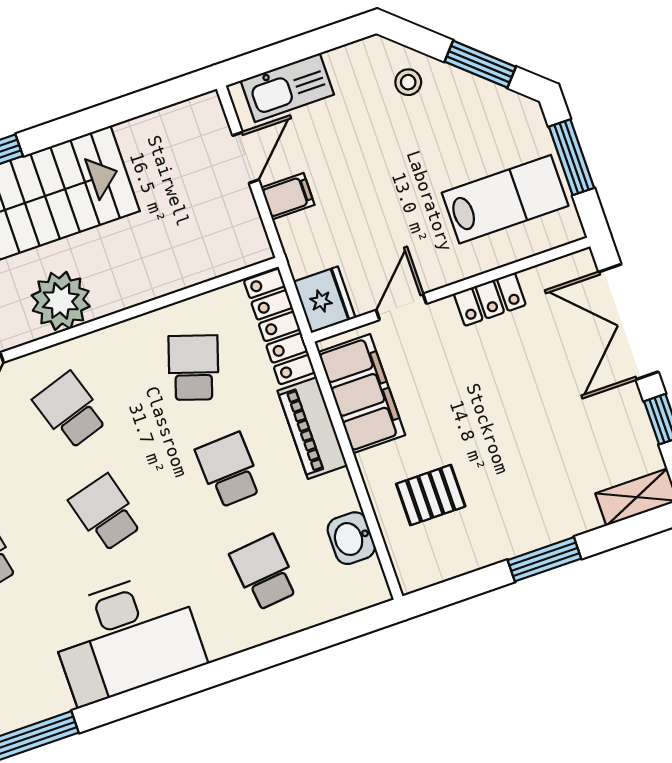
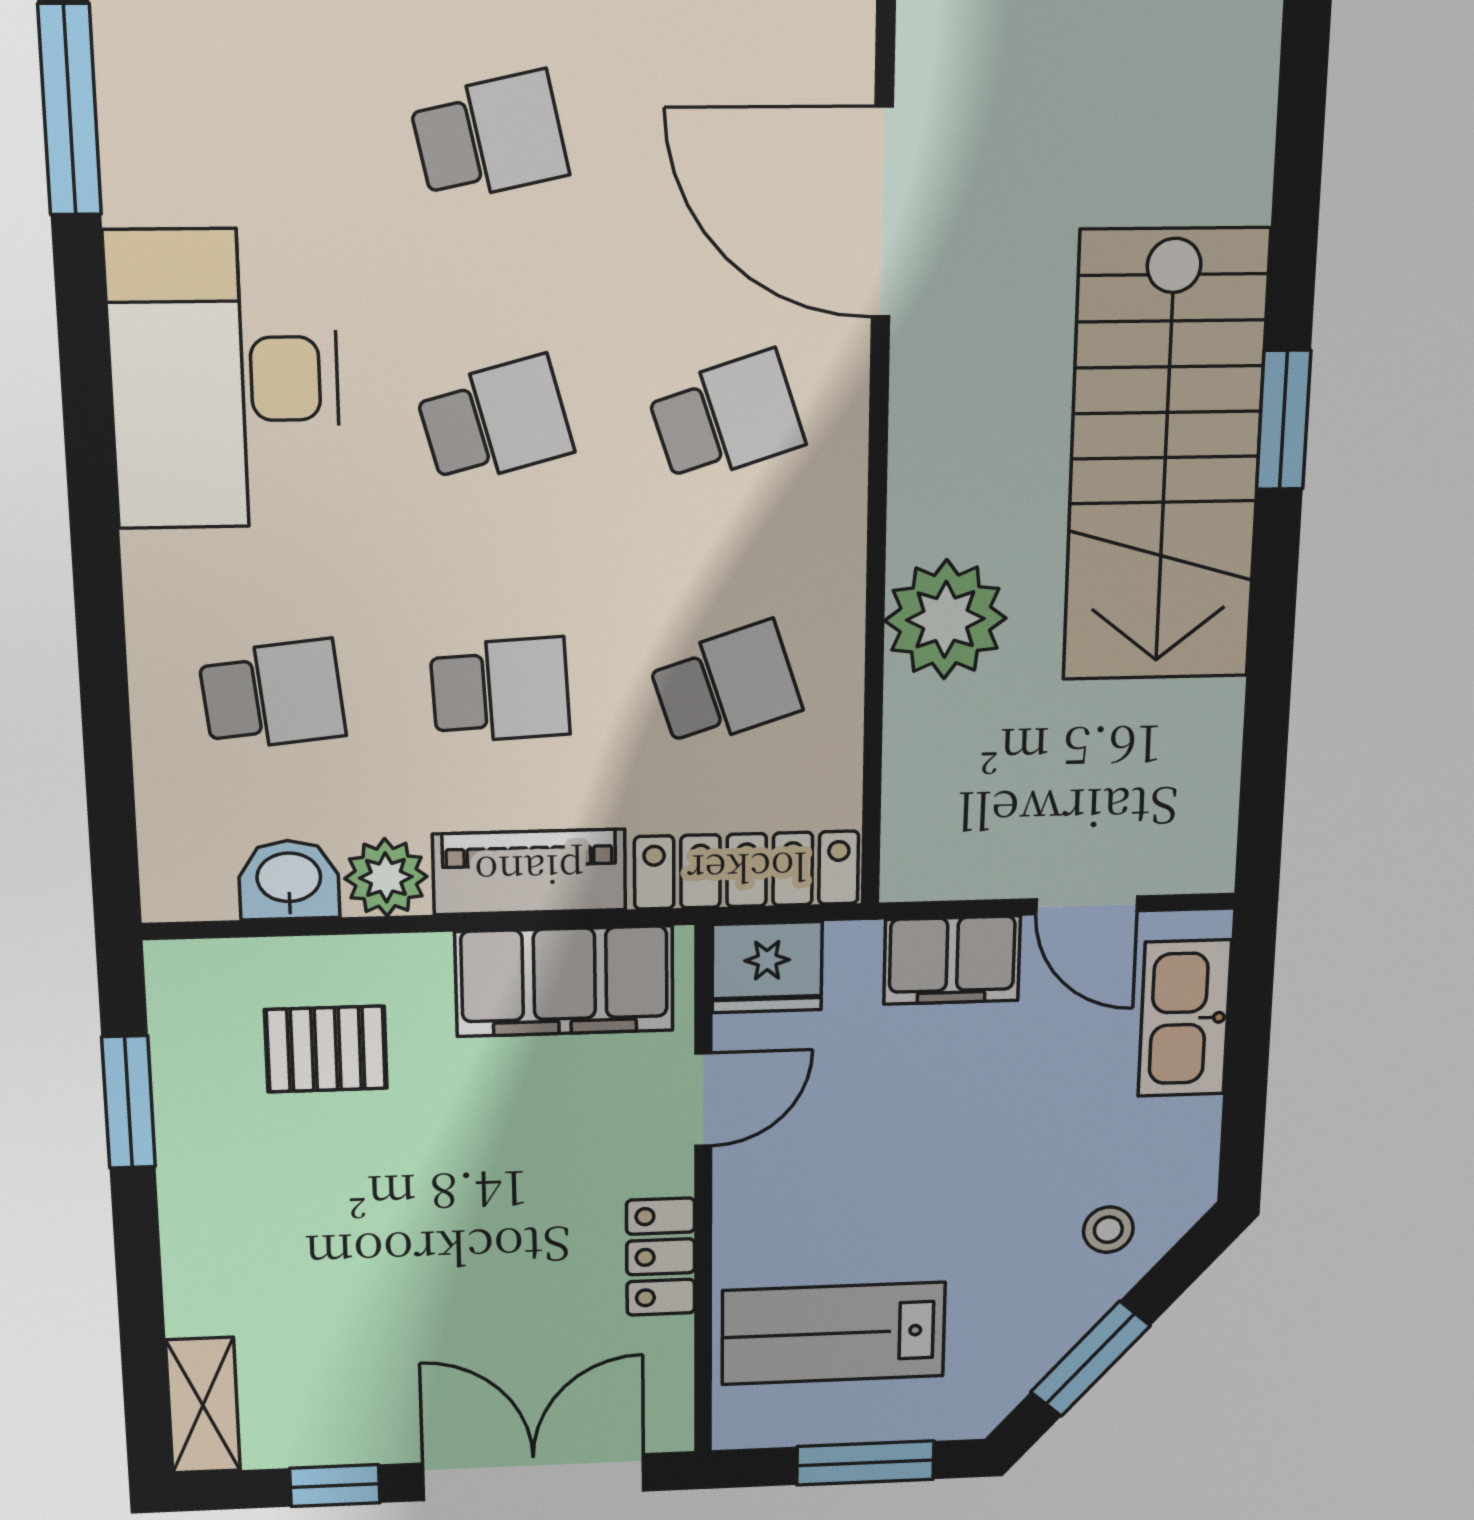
filing cabinet: (288, 196) -> (952, 960), width x2.00
lab bench: (505, 199) -> (833, 1333), turned 90
plant: (61, 301) -> (945, 619), moved
door: (401, 307) -> (703, 1100), hinge flipped
school desk: (193, 368) -> (725, 685), turned -36
plant: (336, 494) -> (386, 877), added
pallet: (431, 495) -> (326, 1049), turned 90
window: (544, 559) -> (129, 1102), moved

